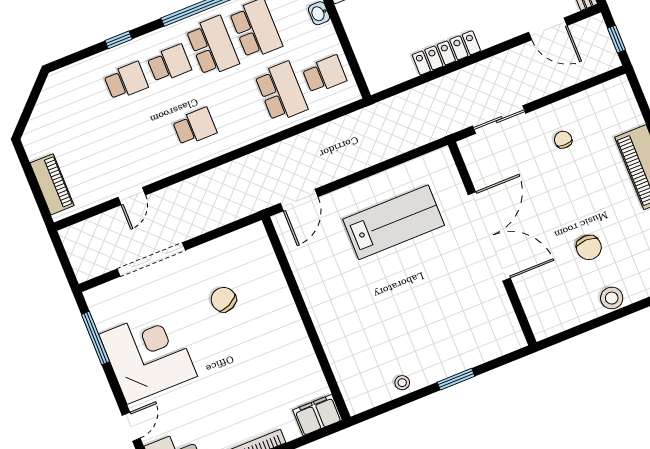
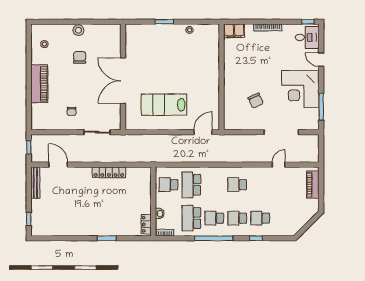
school desk: (213, 46) -> (214, 218), width x0.54
door: (131, 427) -> (321, 60), hinge flipped

